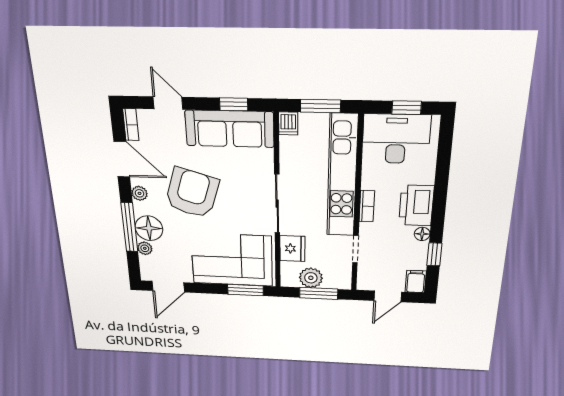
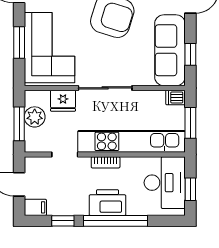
window: (440, 197) -> (116, 221), added
floor lamp: (422, 234) -> (82, 209), removed
window: (246, 290) -> (19, 42), moved

